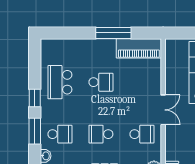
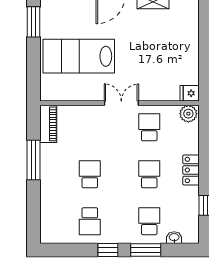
piano: (139, 48) -> (48, 124), width x0.73, depth x0.75
school desk: (60, 82) -> (90, 221), width x0.54
school desk: (101, 134) -> (149, 174), turned 180

